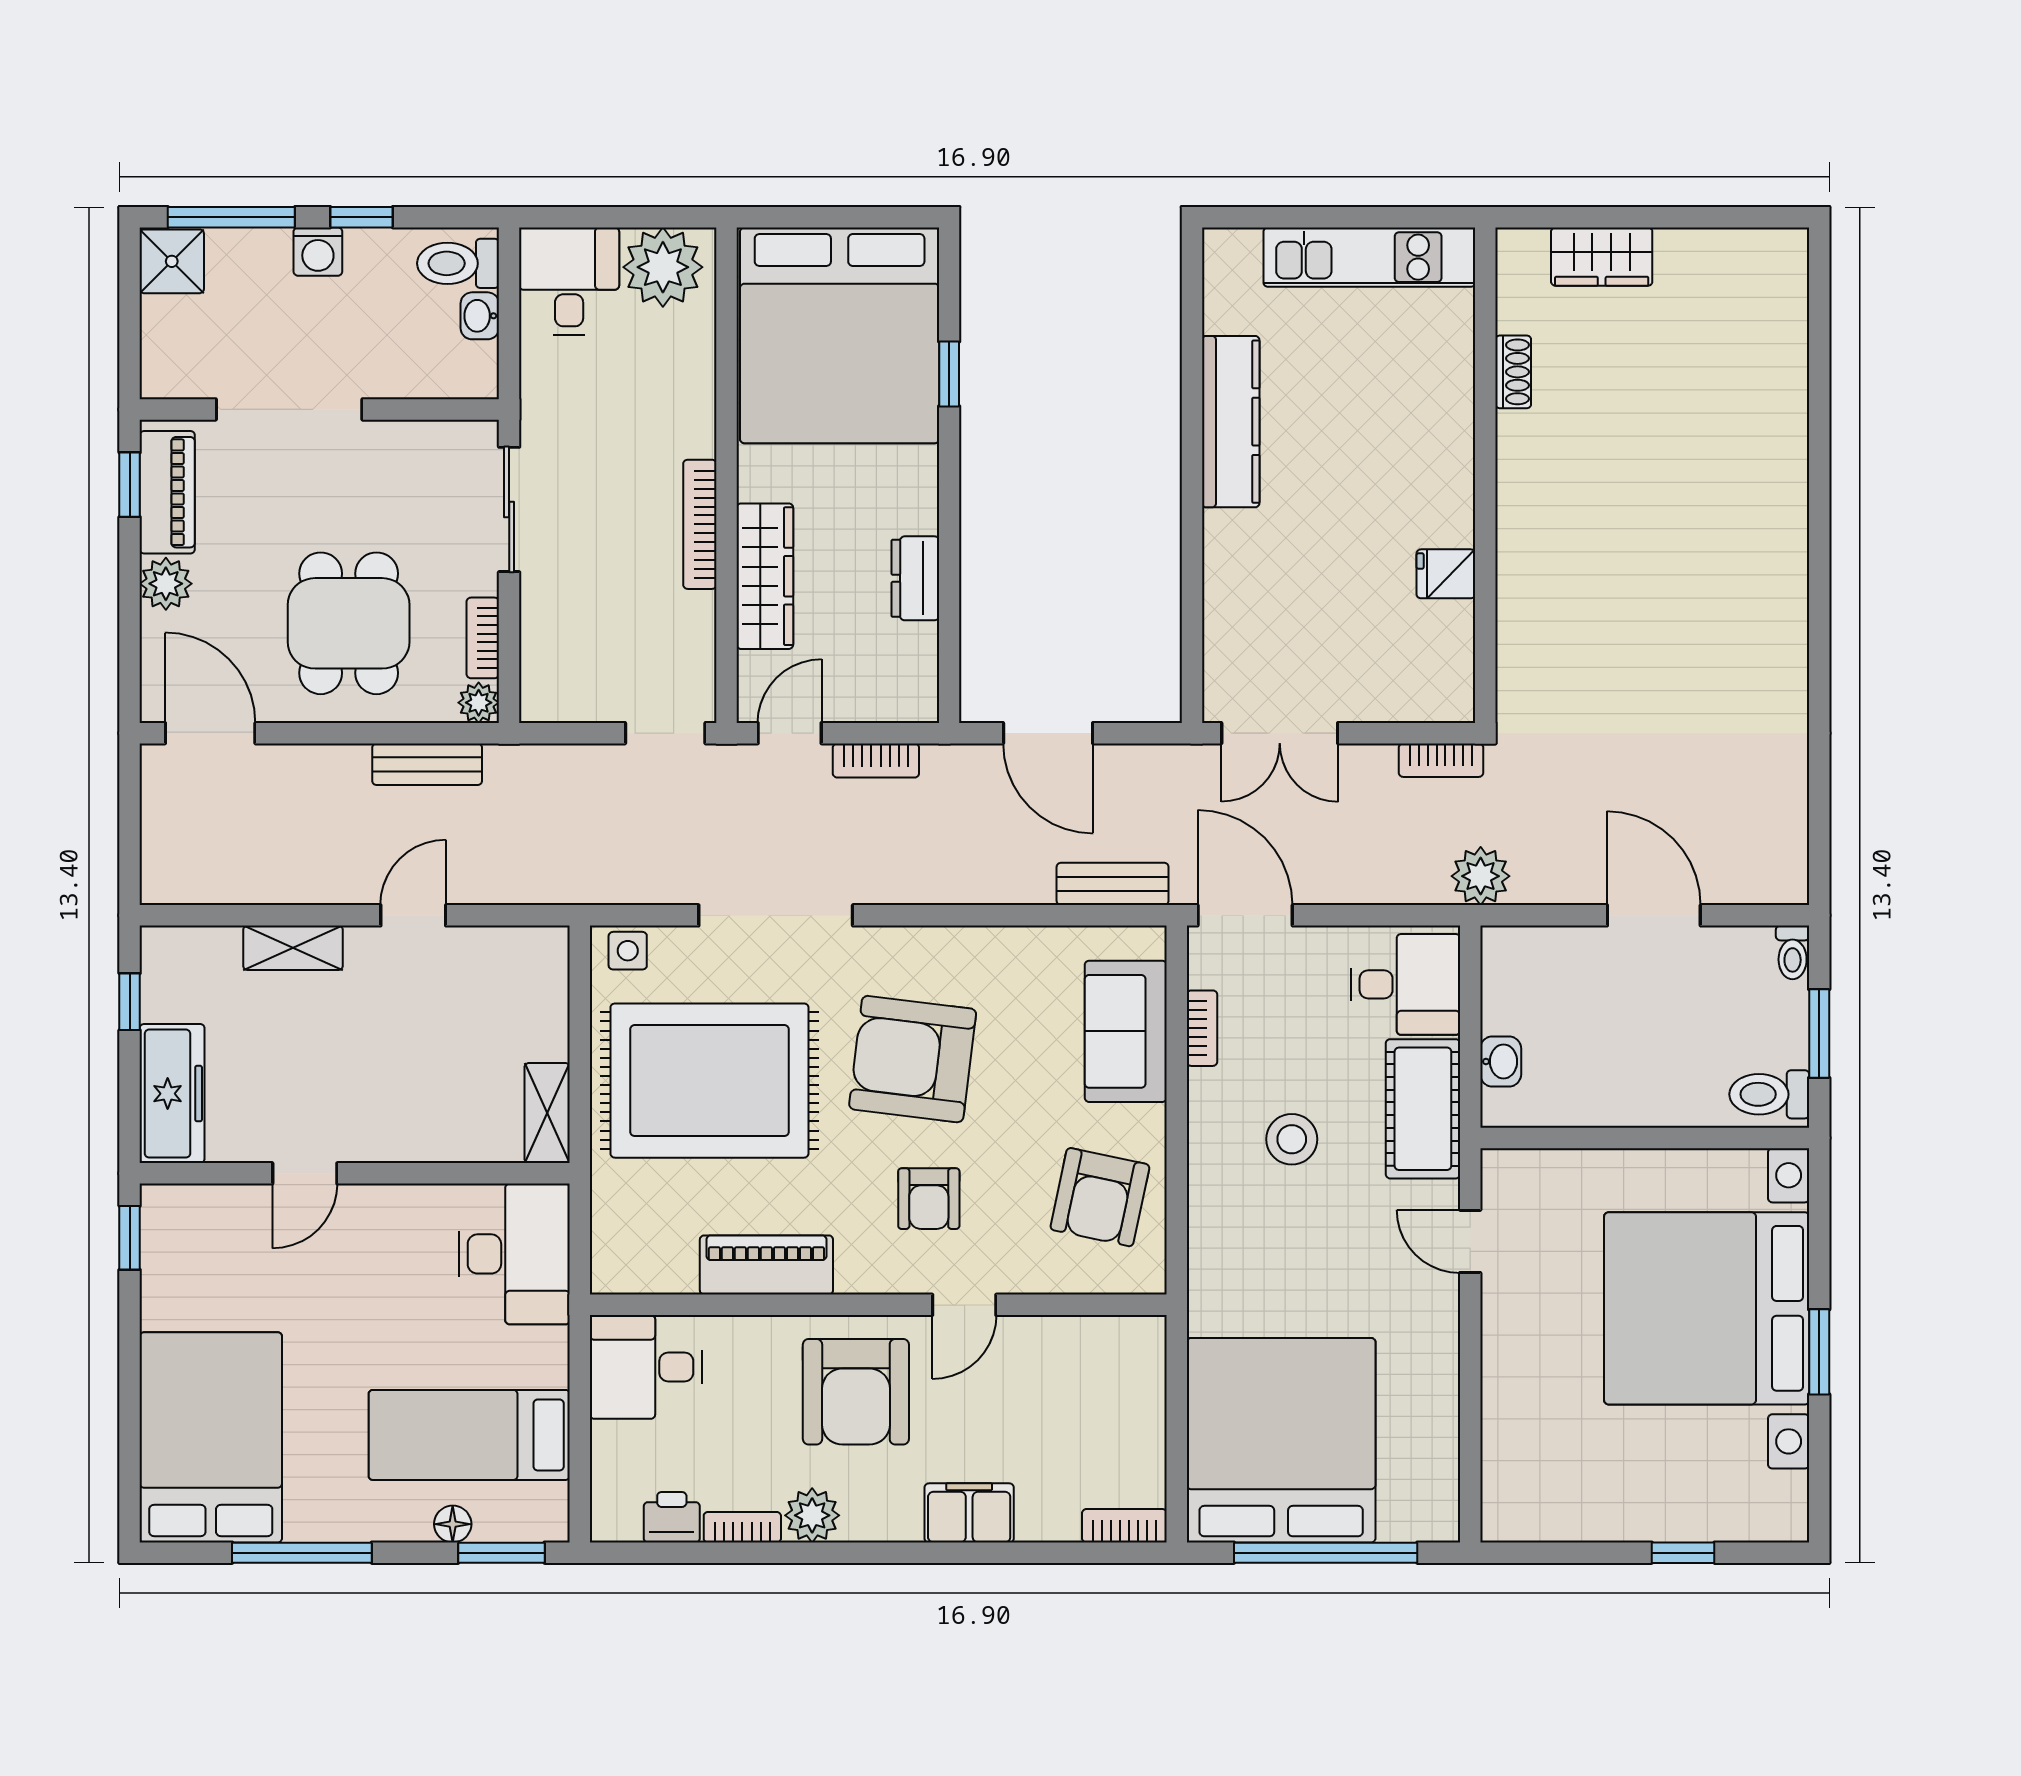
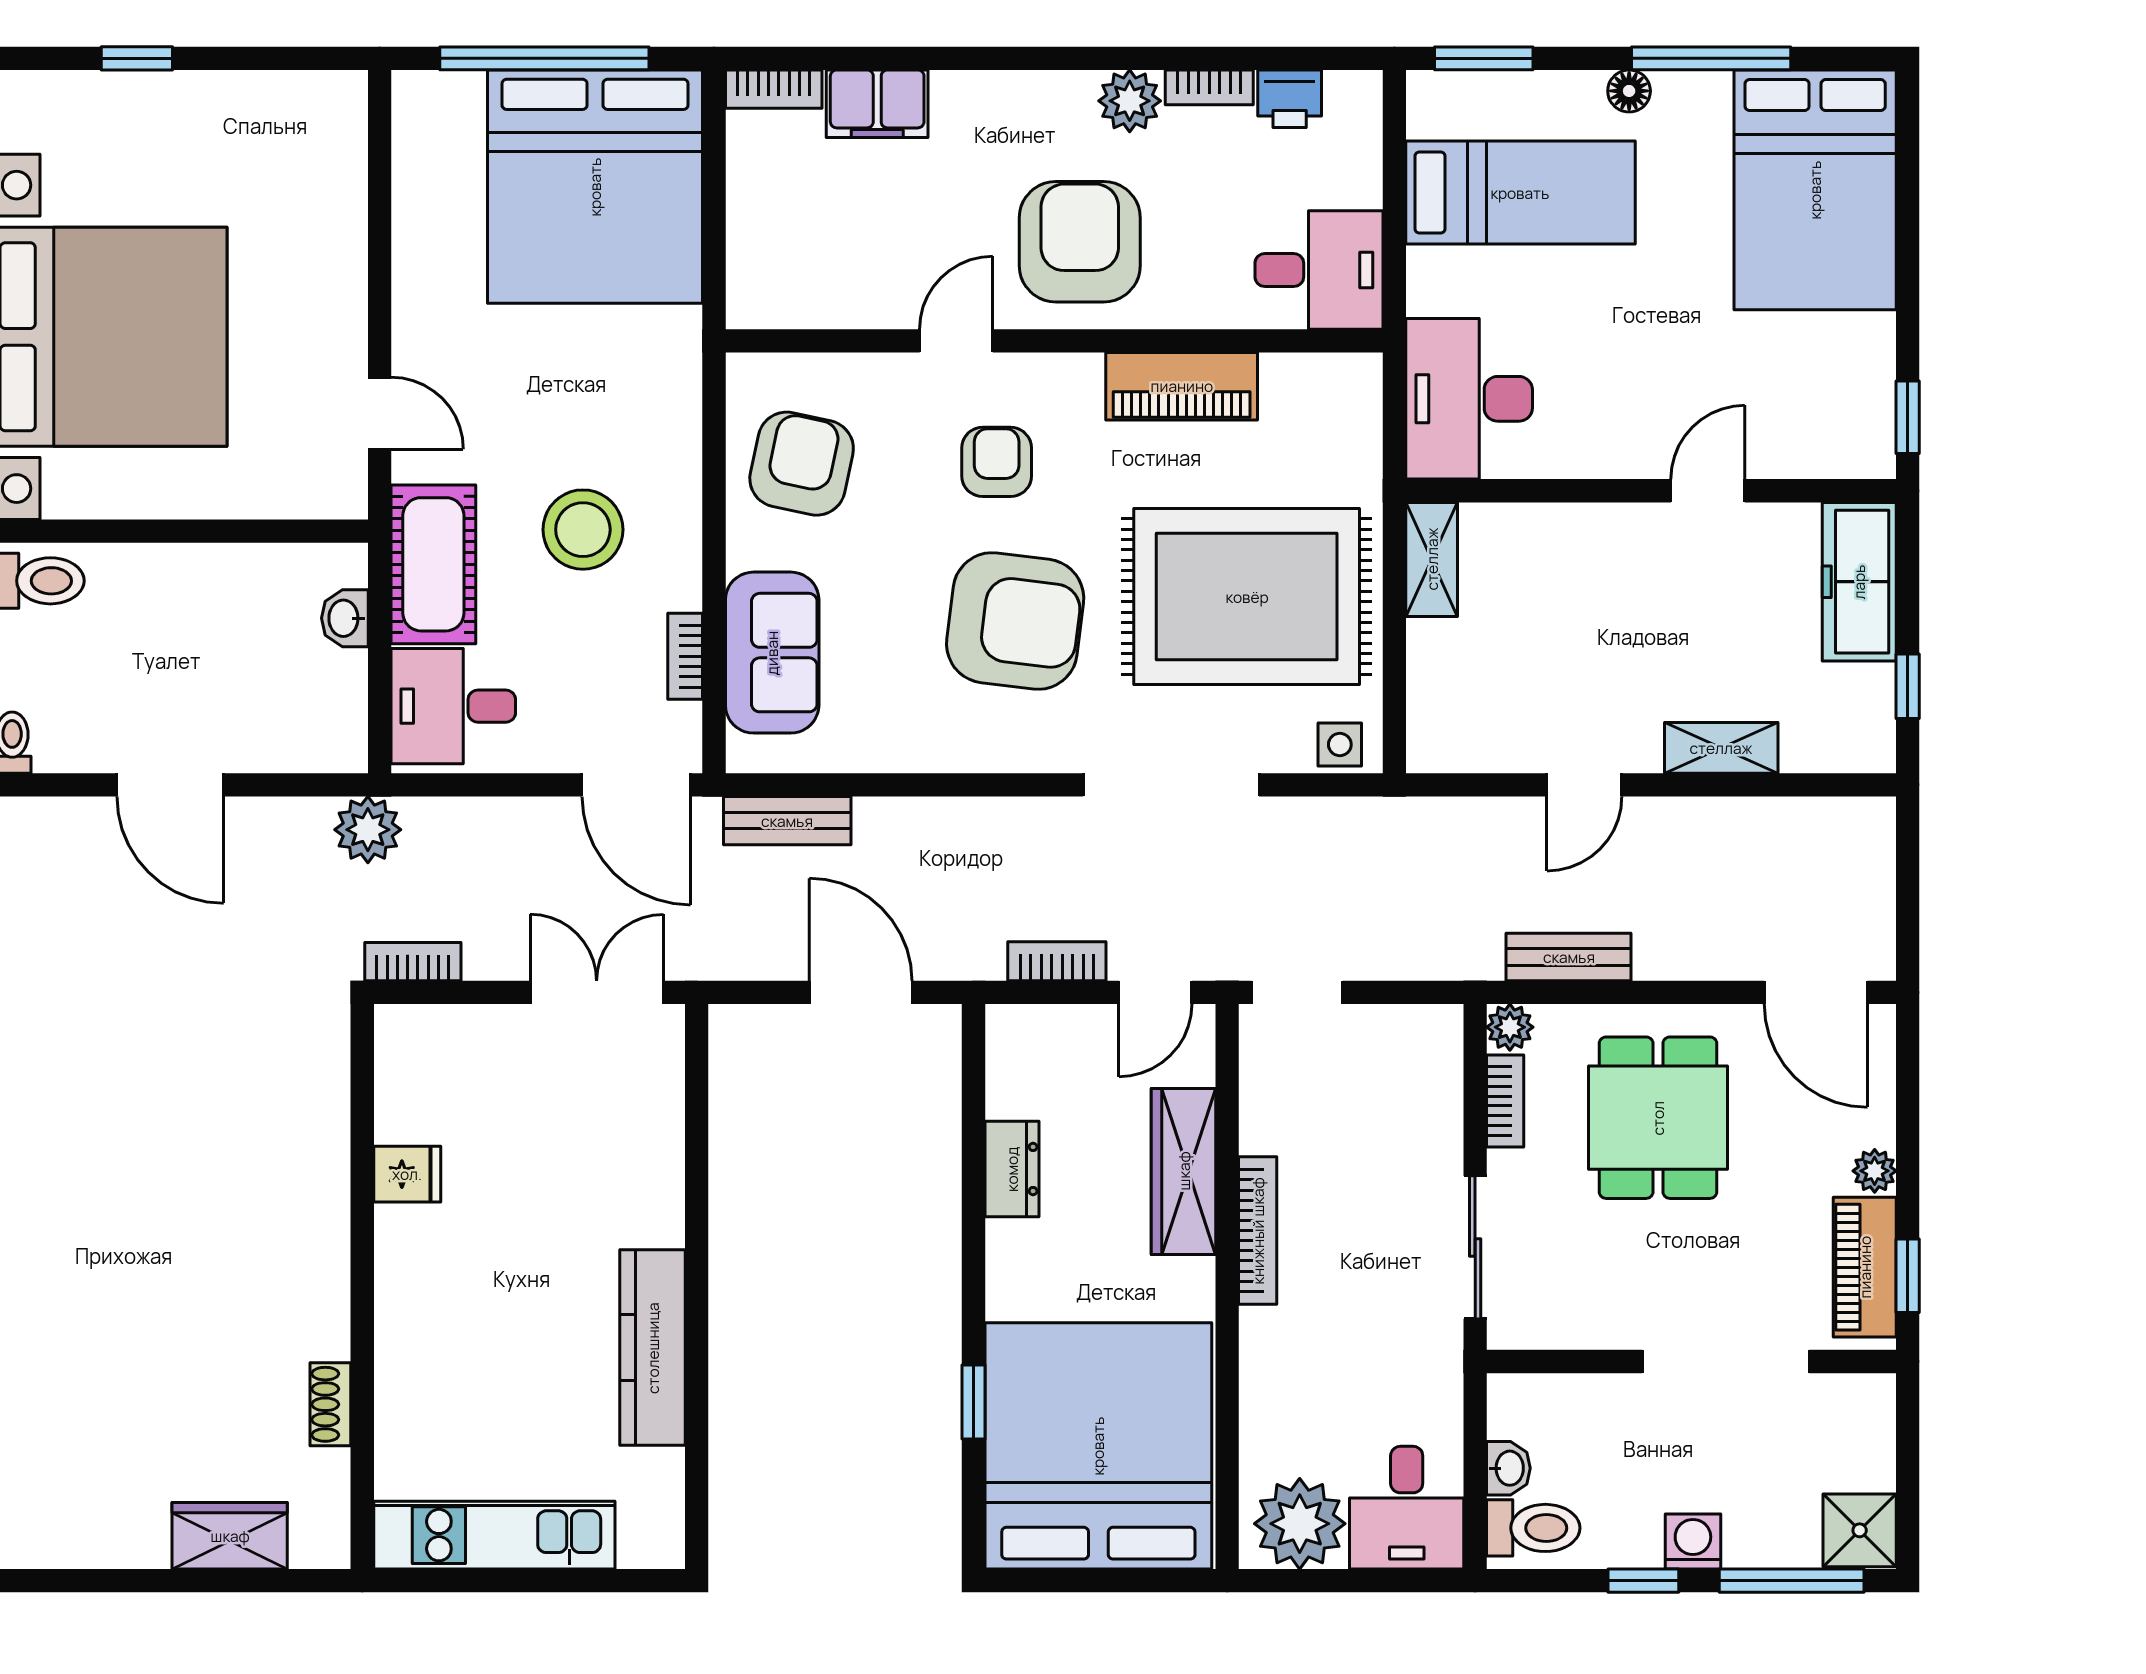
plant: (166, 584) -> (1875, 1171), width x0.73, depth x0.73
stool: (1292, 1139) -> (583, 530), width x1.38, depth x1.38
filing cabinet: (969, 1513) -> (877, 104), moved
floor lamp: (453, 1524) -> (1629, 91), moved

